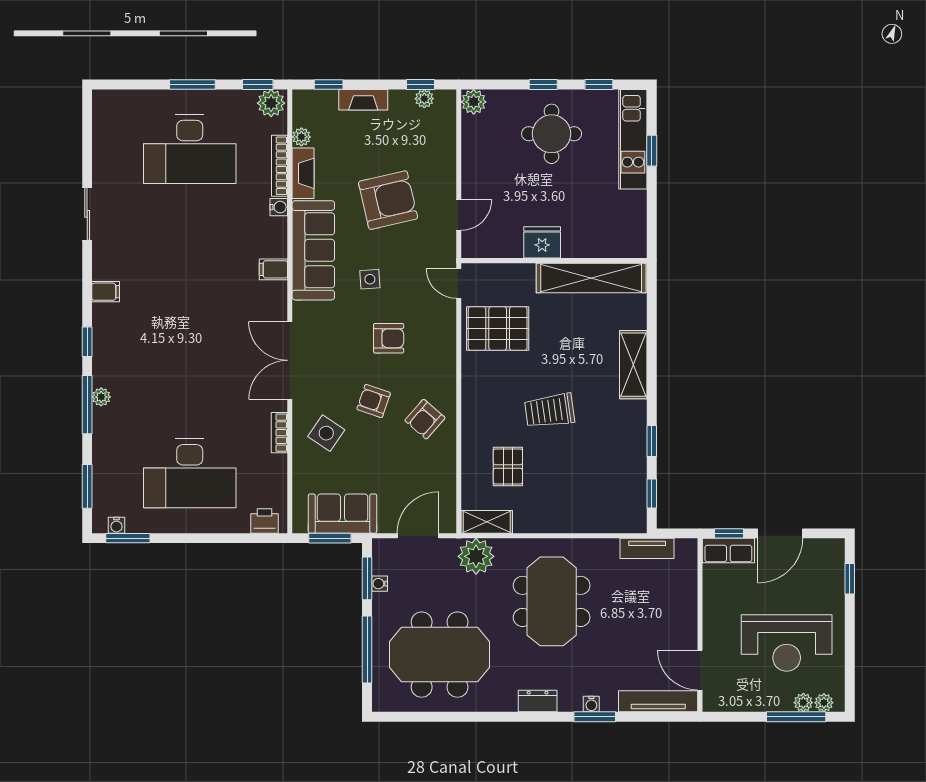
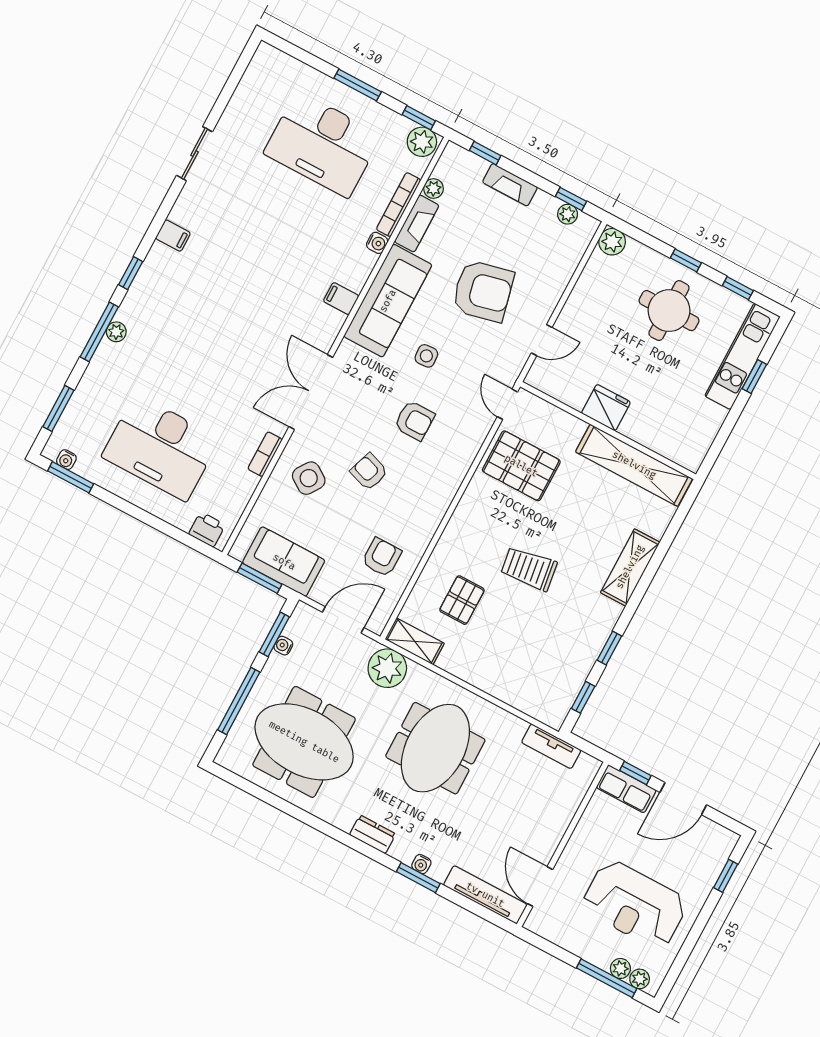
armchair: (425, 419) -> (382, 557), moved, turned 139

